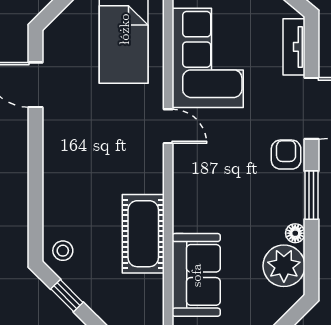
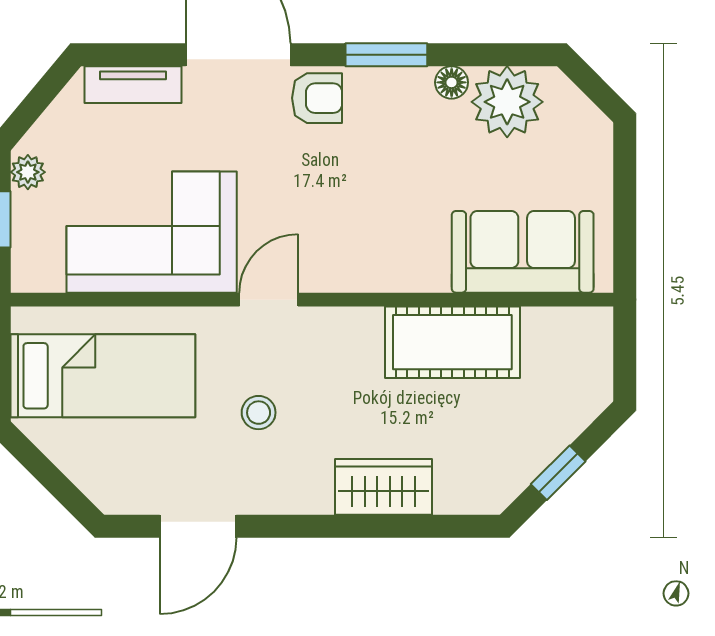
armchair: (286, 155) -> (317, 98), turned 180
wardrobe: (59, 193) -> (384, 487), added
stool: (63, 251) -> (259, 413), moved

